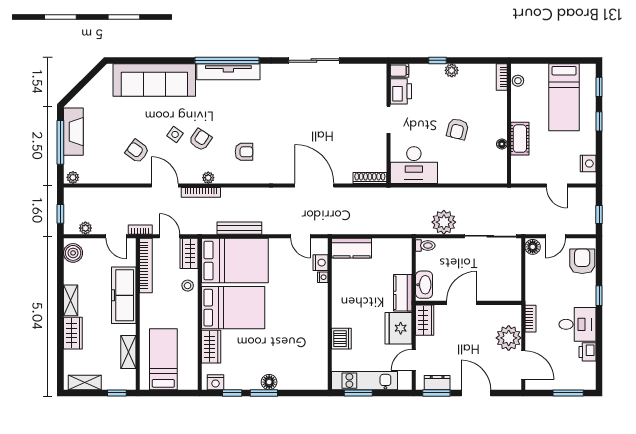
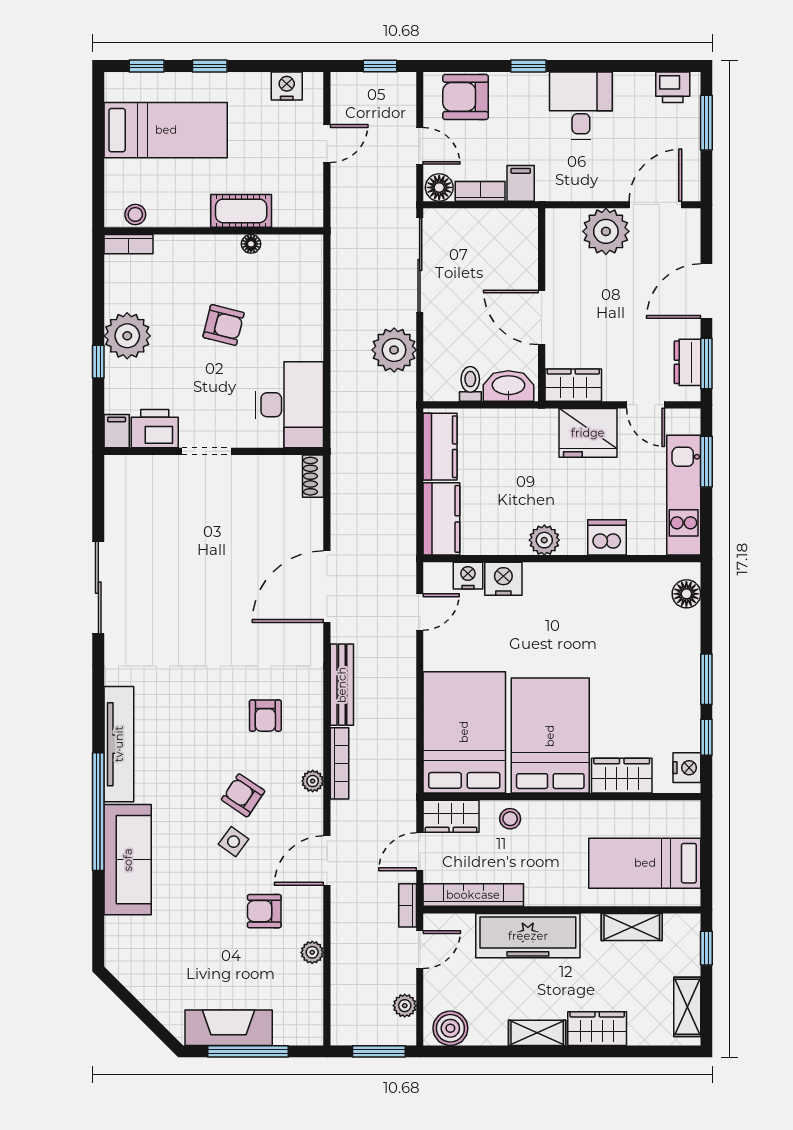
window: (227, 60) -> (98, 812), moved
plant: (452, 70) -> (127, 336), width x1.87, depth x1.87
sofa: (154, 80) -> (128, 860), width x0.74, depth x0.79
armchair: (137, 151) -> (264, 911), turned 54
armchair: (244, 152) -> (265, 716), turned 180
plant: (73, 177) -> (312, 952), moved
shoe rack: (370, 178) -> (313, 476), width x0.70
bookcase: (201, 192) -> (340, 763), moved
window: (60, 214) -> (379, 1051), width x1.50
bench: (239, 228) -> (342, 685), moved
toilet: (425, 246) -> (470, 384), moved
nightstand: (323, 277) -> (503, 579), width x1.89, depth x1.79
filing cabinet: (535, 291) -> (521, 183), added
kitchen counter: (403, 293) -> (440, 447), moved, turned -90
plant: (340, 304) -> (544, 540), added
bookcase: (531, 319) -> (480, 191), moved
printer: (587, 352) -> (673, 87), moved
floor lamp: (269, 382) -> (686, 594), moved
window: (358, 393) -> (706, 462), moved

